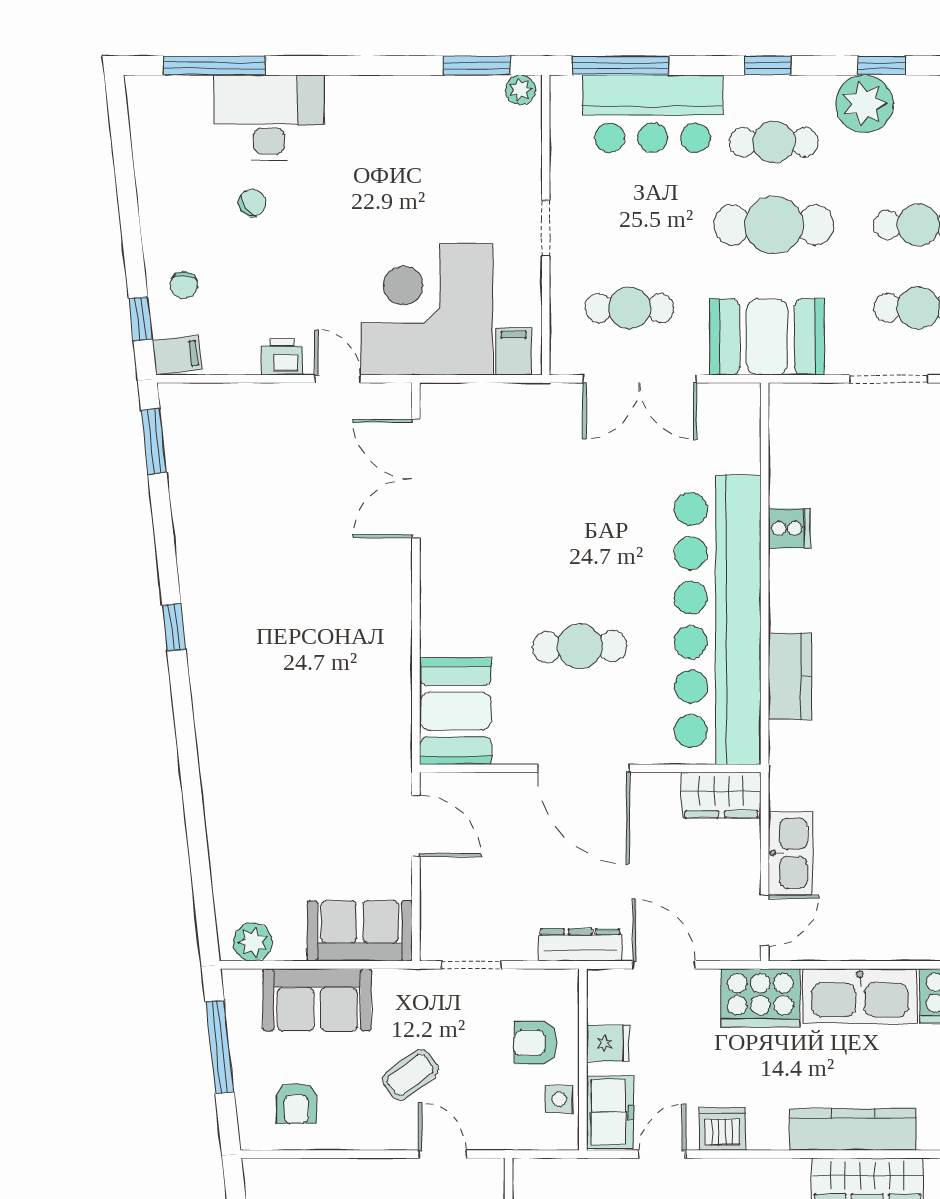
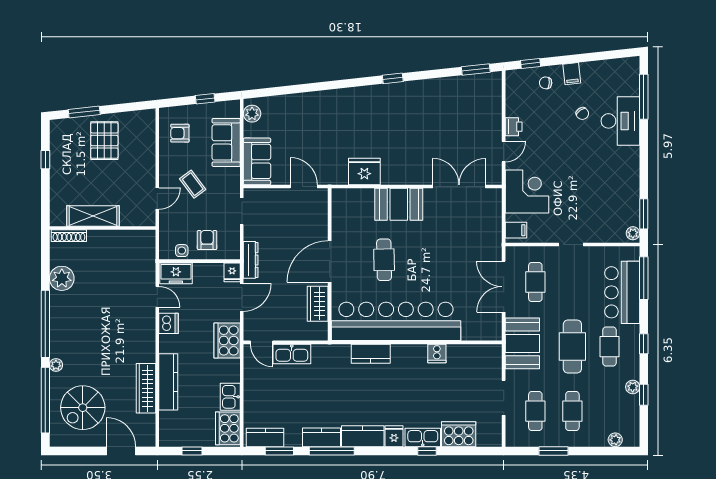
plant: (864, 104) -> (633, 387), width x0.53, depth x0.53
corner desk: (427, 309) -> (527, 191), width x0.74, depth x0.74
filing cabinet: (177, 355) -> (572, 74), moved
fridge: (382, 691) -> (364, 172), added
booth: (456, 711) -> (399, 204), moved
wardrobe: (721, 795) -> (318, 304), moved
door: (416, 826) -> (304, 187), swing flipped
kitchen sink: (860, 996) -> (230, 397), width x0.53, depth x0.81
fridge: (608, 1044) -> (232, 272), moved
window: (220, 1047) -> (205, 99), width x0.46

